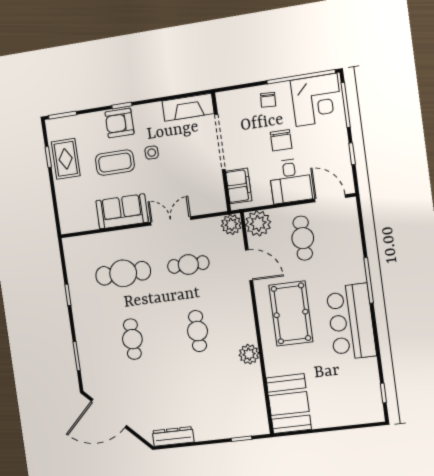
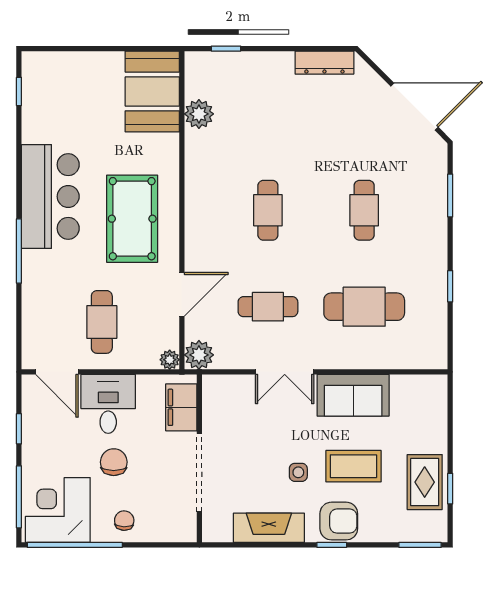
fireplace: (188, 107) -> (269, 528), moved
plant: (258, 223) -> (170, 360), width x0.53, depth x0.53
door: (249, 265) -> (182, 294), swing flipped
plant: (249, 354) -> (199, 114), moved

